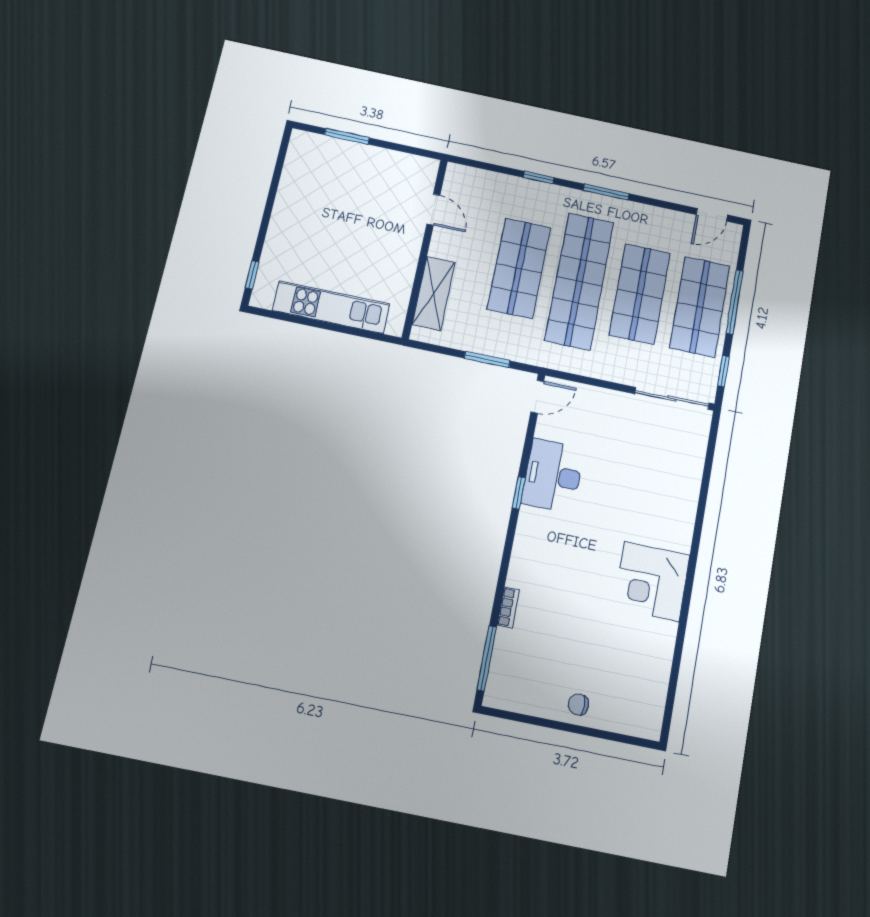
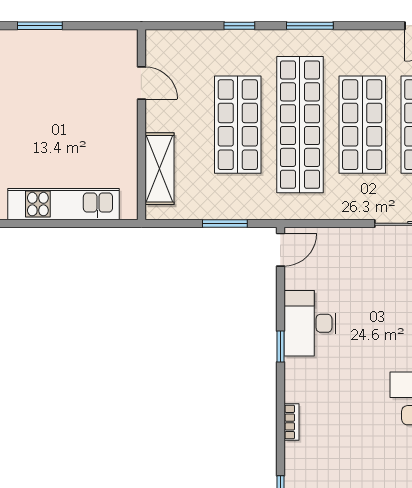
bookcase: (508, 607) -> (291, 422), moved

